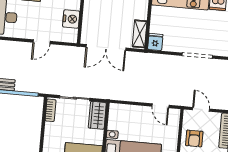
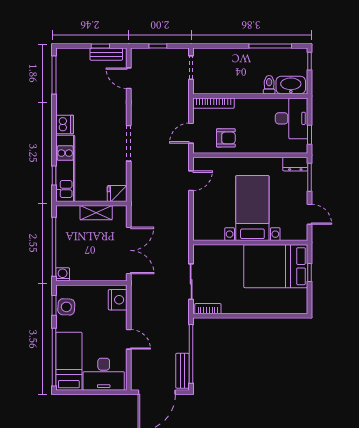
nightstand: (71, 19) -> (118, 300), moved, turned 90
shelving: (140, 34) -> (96, 213), moved
door: (42, 42) -> (129, 339), moved
wardrobe: (97, 115) -> (209, 254), removed

